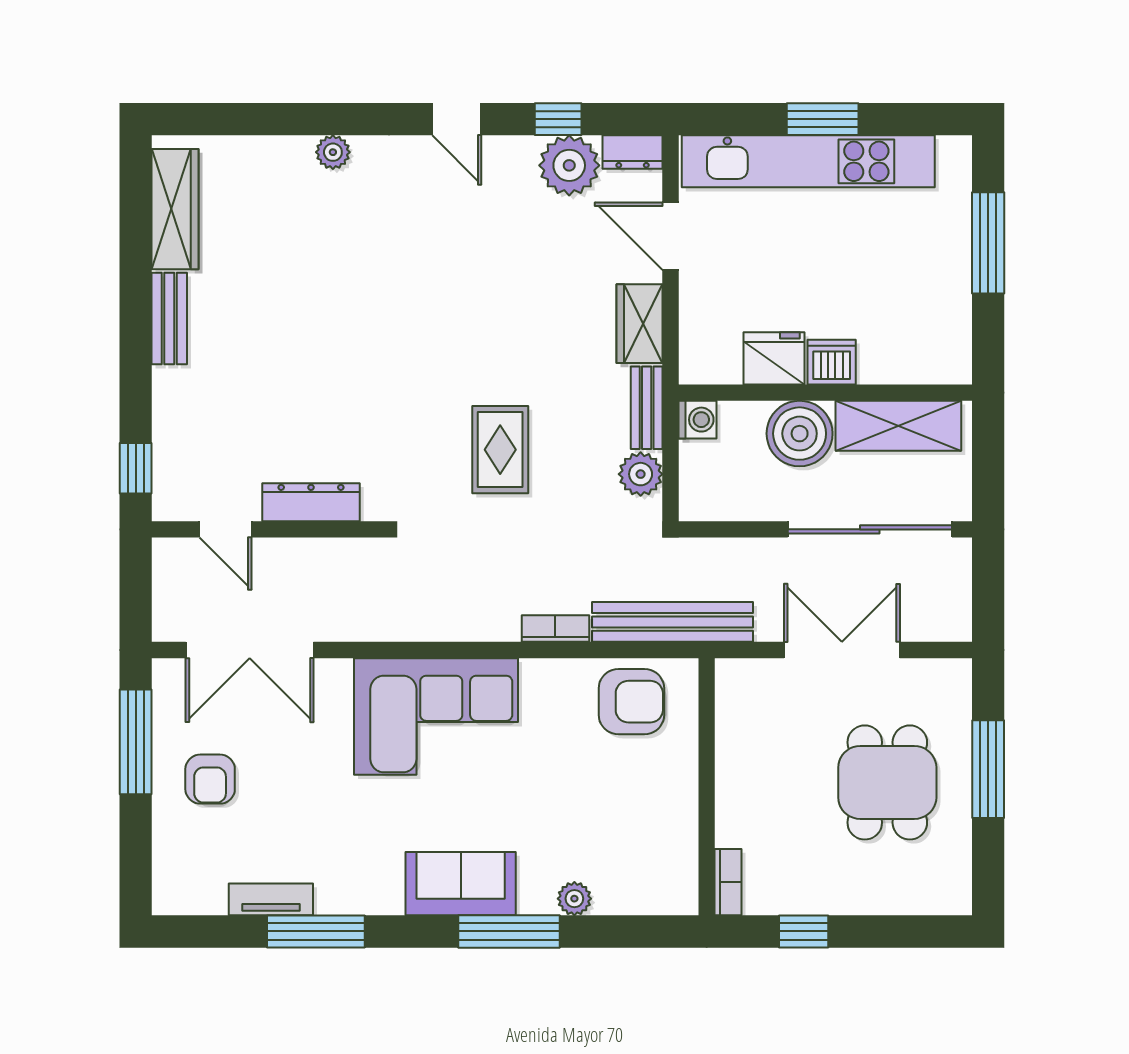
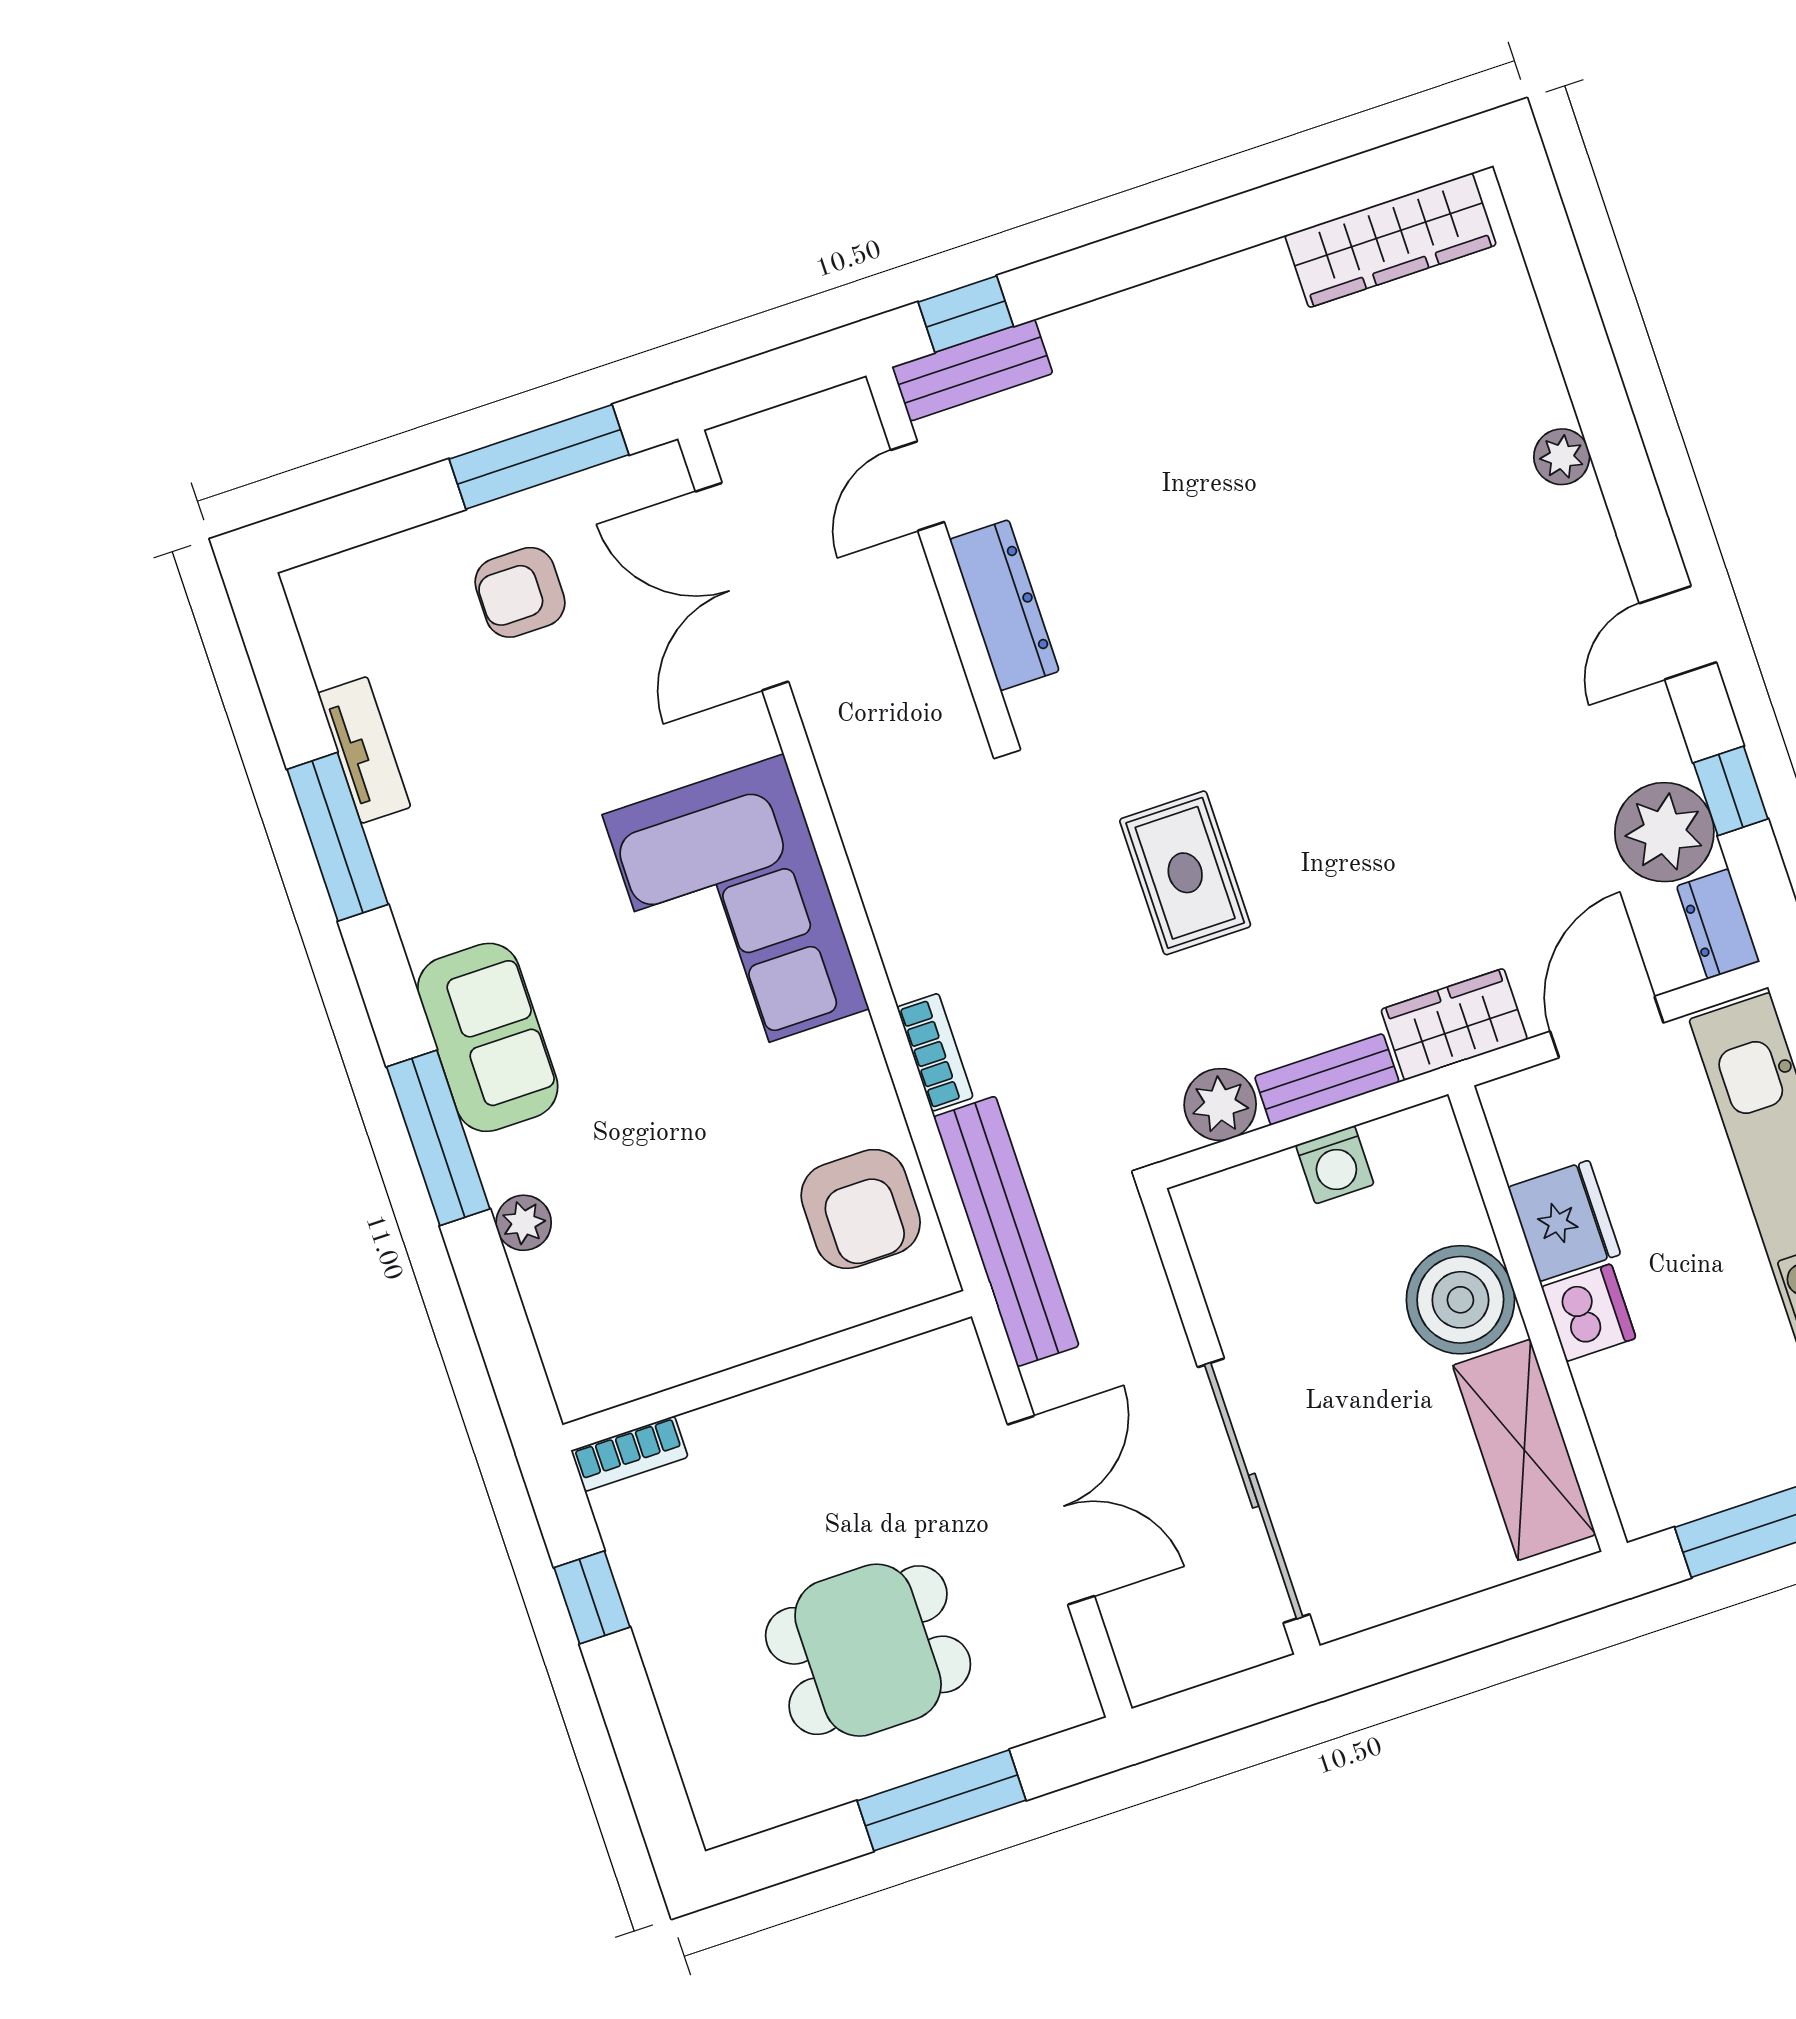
bench: (169, 318) -> (972, 370), moved
fridge: (774, 358) -> (1564, 1221), moved
dishwasher: (832, 362) -> (1589, 1313), moved
wall: (825, 393) -> (1538, 1319), moved
shelving: (898, 426) -> (1524, 1450), moved
boiler: (800, 434) -> (1460, 1300), moved
rug: (500, 450) -> (1185, 873), turned 90

